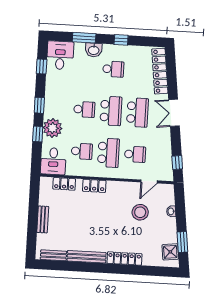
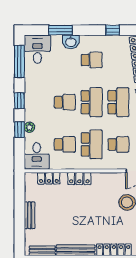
window: (121, 40) -> (113, 30), moved
window: (42, 66) -> (19, 61), width x2.17
plant: (53, 128) -> (29, 127), width x0.53, depth x0.53

